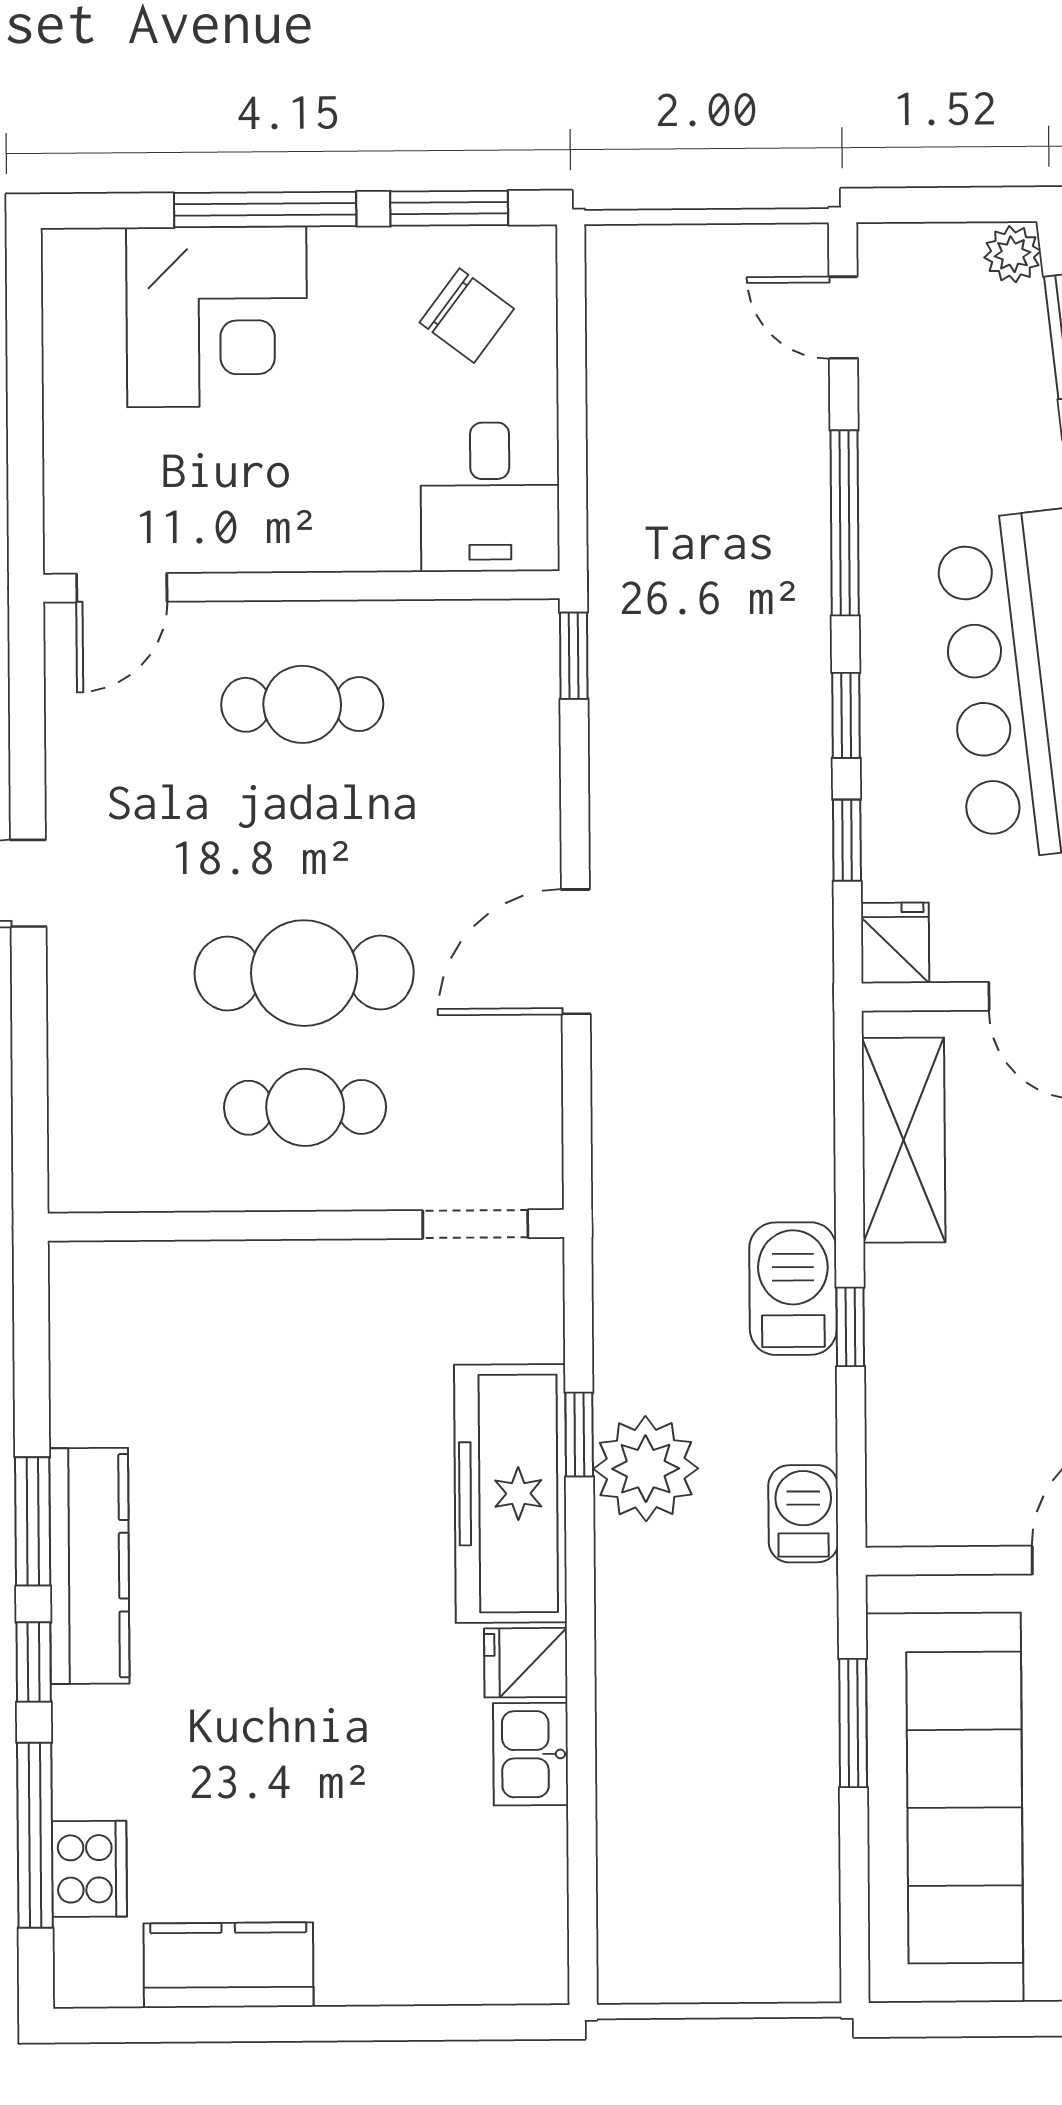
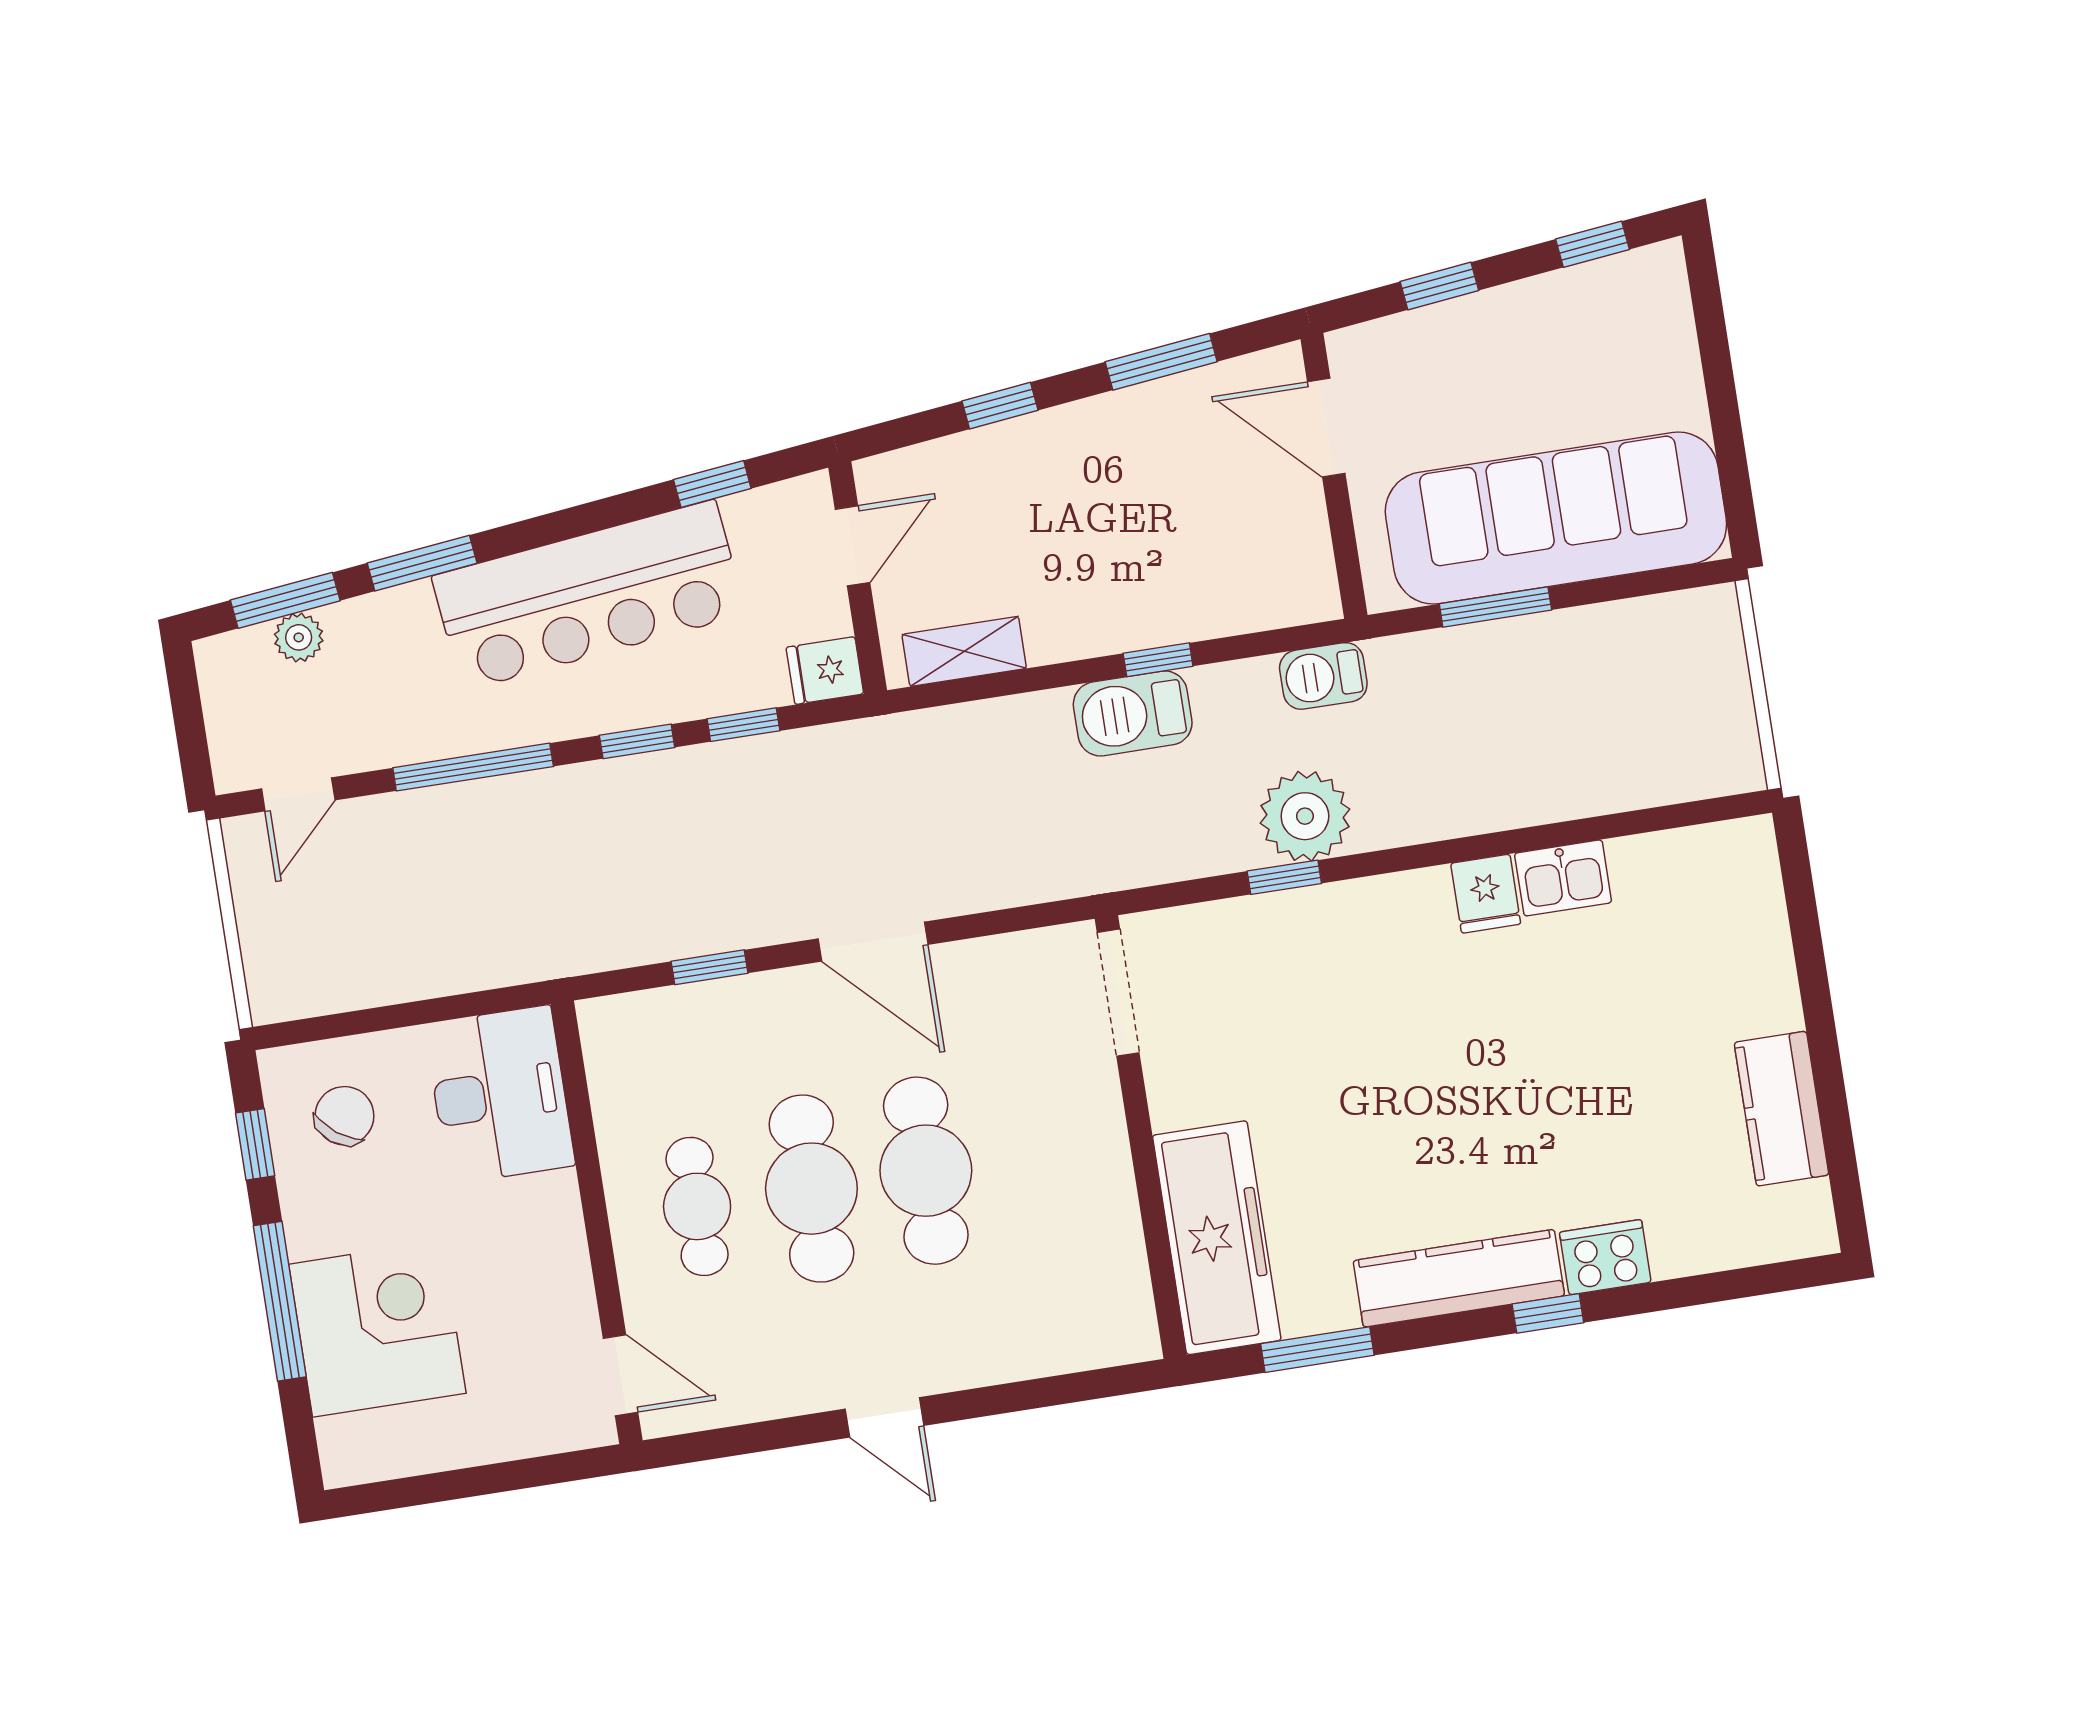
window: (449, 208) -> (255, 1144), width x0.67
plant: (1013, 254) -> (299, 637), moved
desk: (490, 497) -> (500, 1095), width x1.37
window: (574, 656) -> (709, 967), moved
cafe table: (305, 1107) -> (811, 1189), moved, width x1.37, depth x1.35
shelving: (904, 1140) -> (964, 651), width x0.67, depth x0.75
doorway: (475, 1224) -> (1118, 993), width x1.38
freezer: (511, 1493) -> (1217, 1238), moved, turned -90
window: (33, 1521) -> (1317, 1350), moved
window: (35, 1835) -> (1695, 1290), removed
cooker: (89, 1869) -> (1605, 1257), moved

